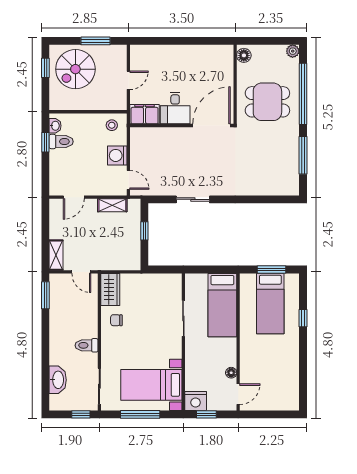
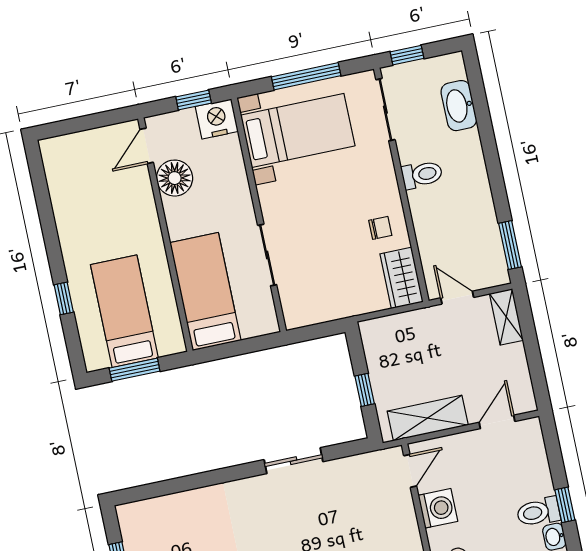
door: (128, 180) -> (410, 471), swing flipped
shelving: (112, 205) -> (428, 418), width x1.50, depth x1.33
floor lamp: (231, 373) -> (175, 178), width x1.89, depth x1.89

